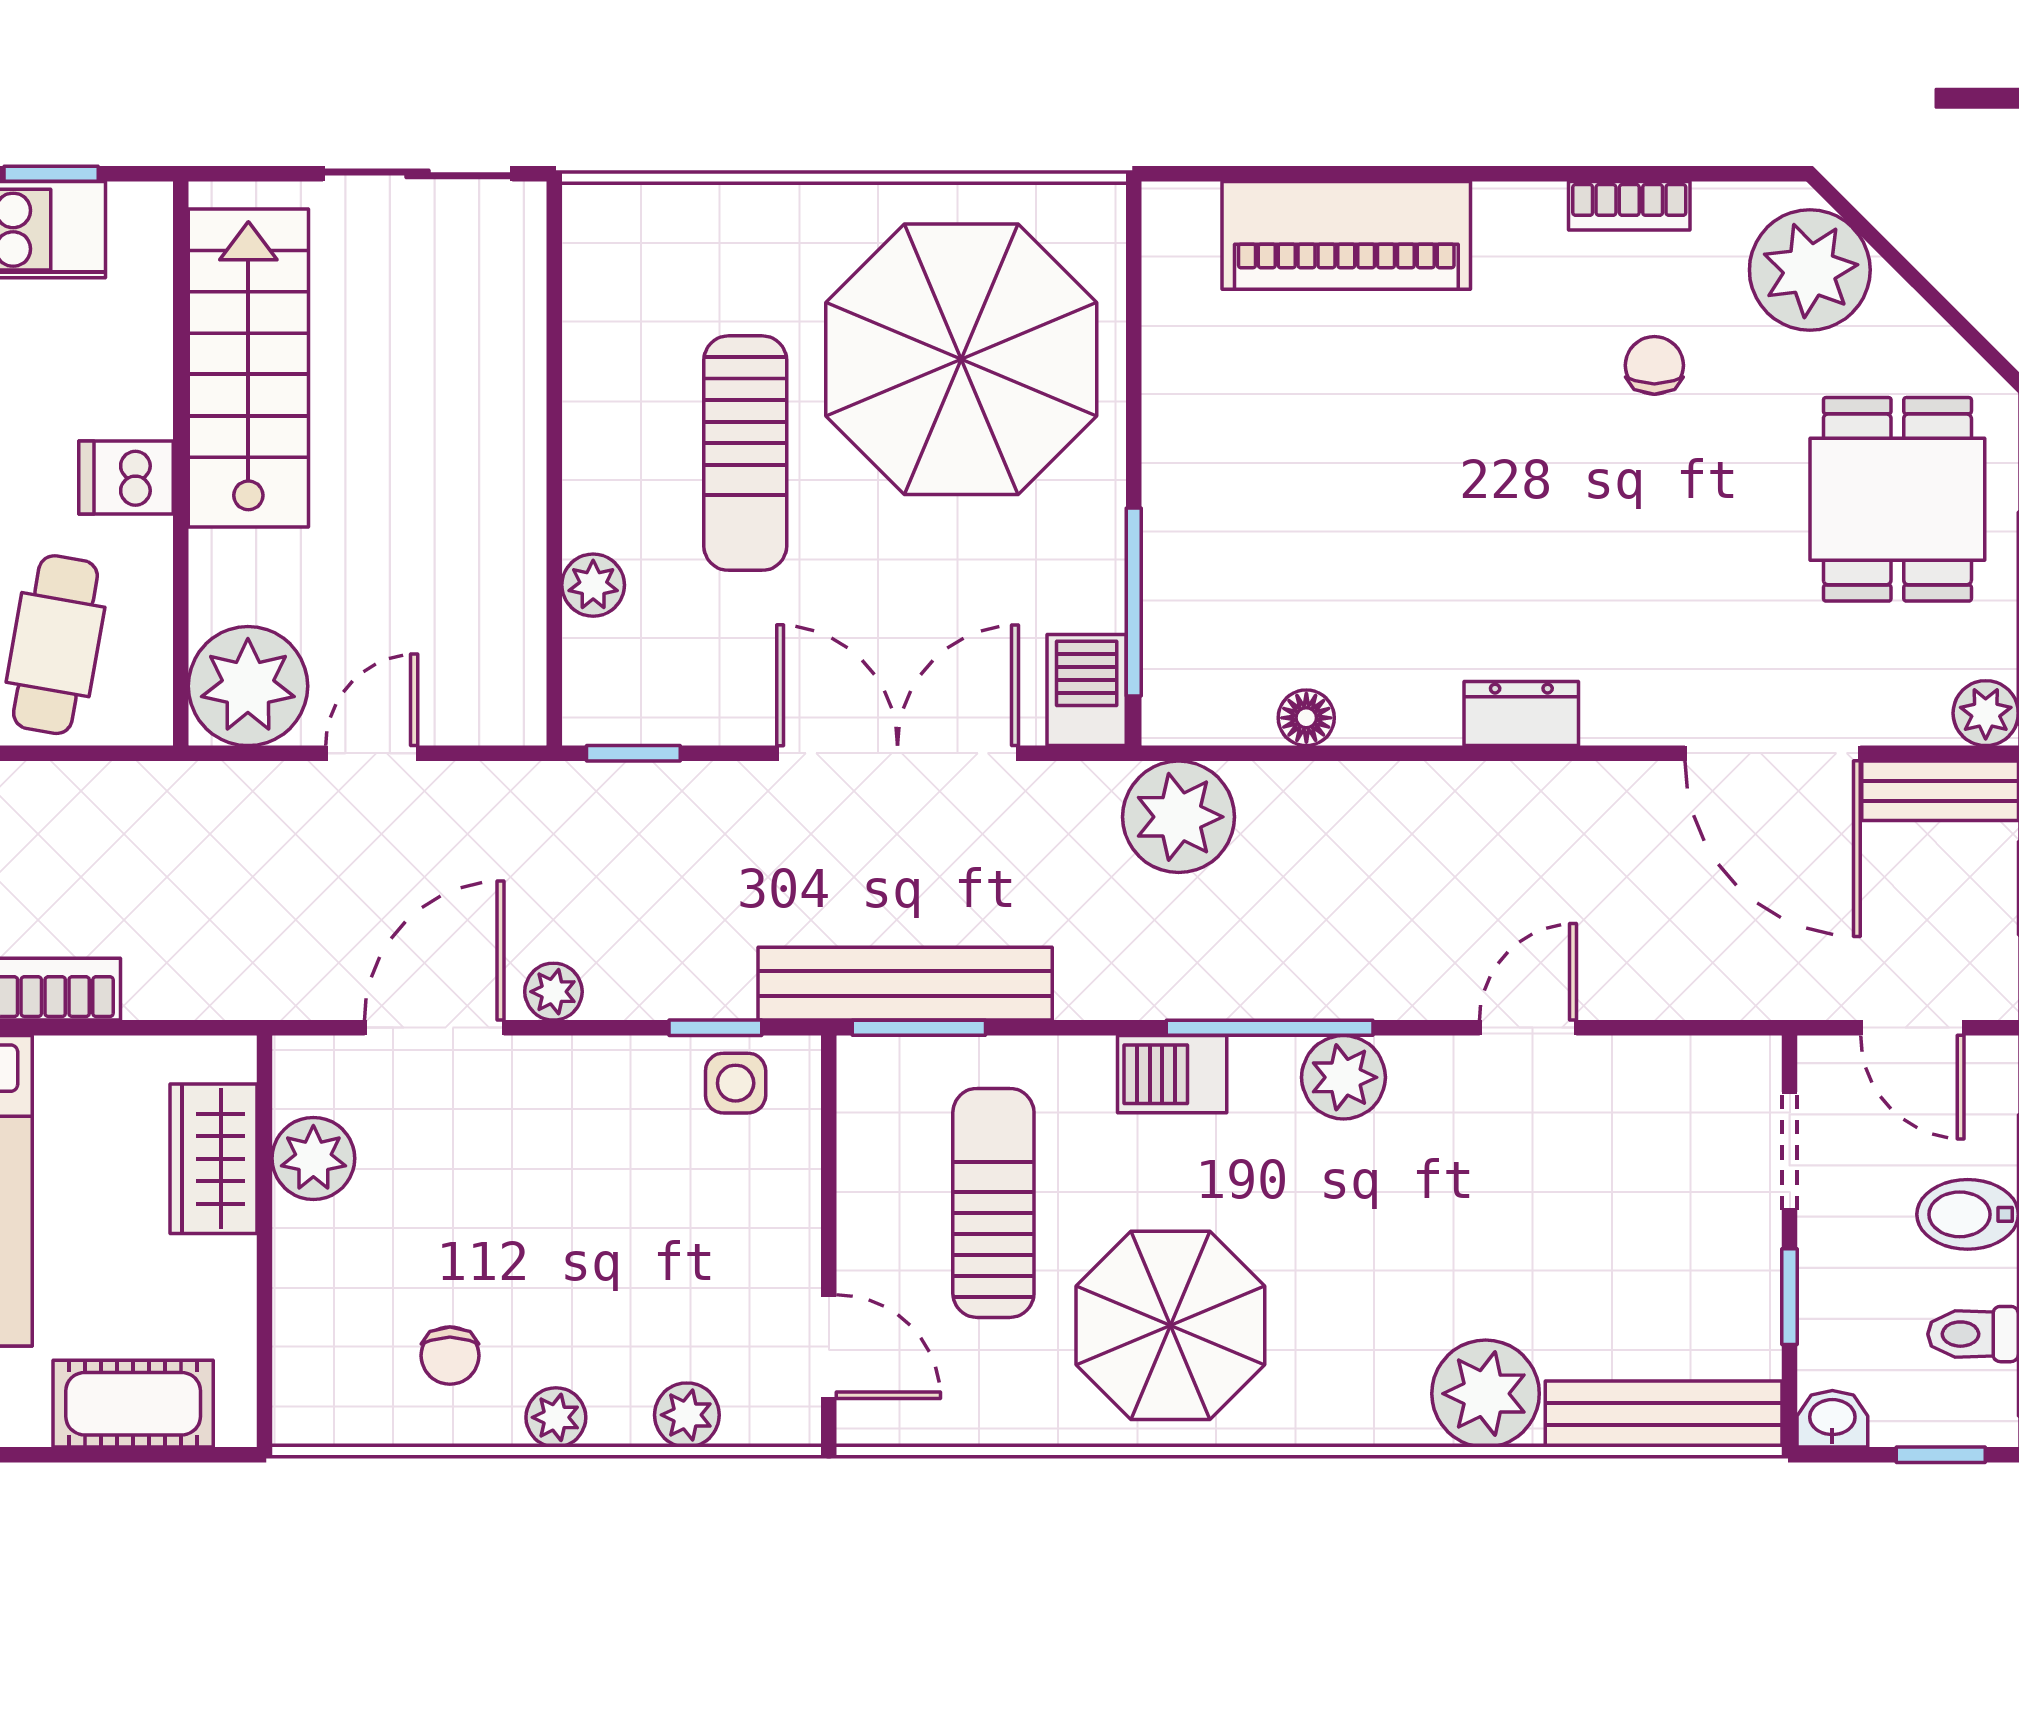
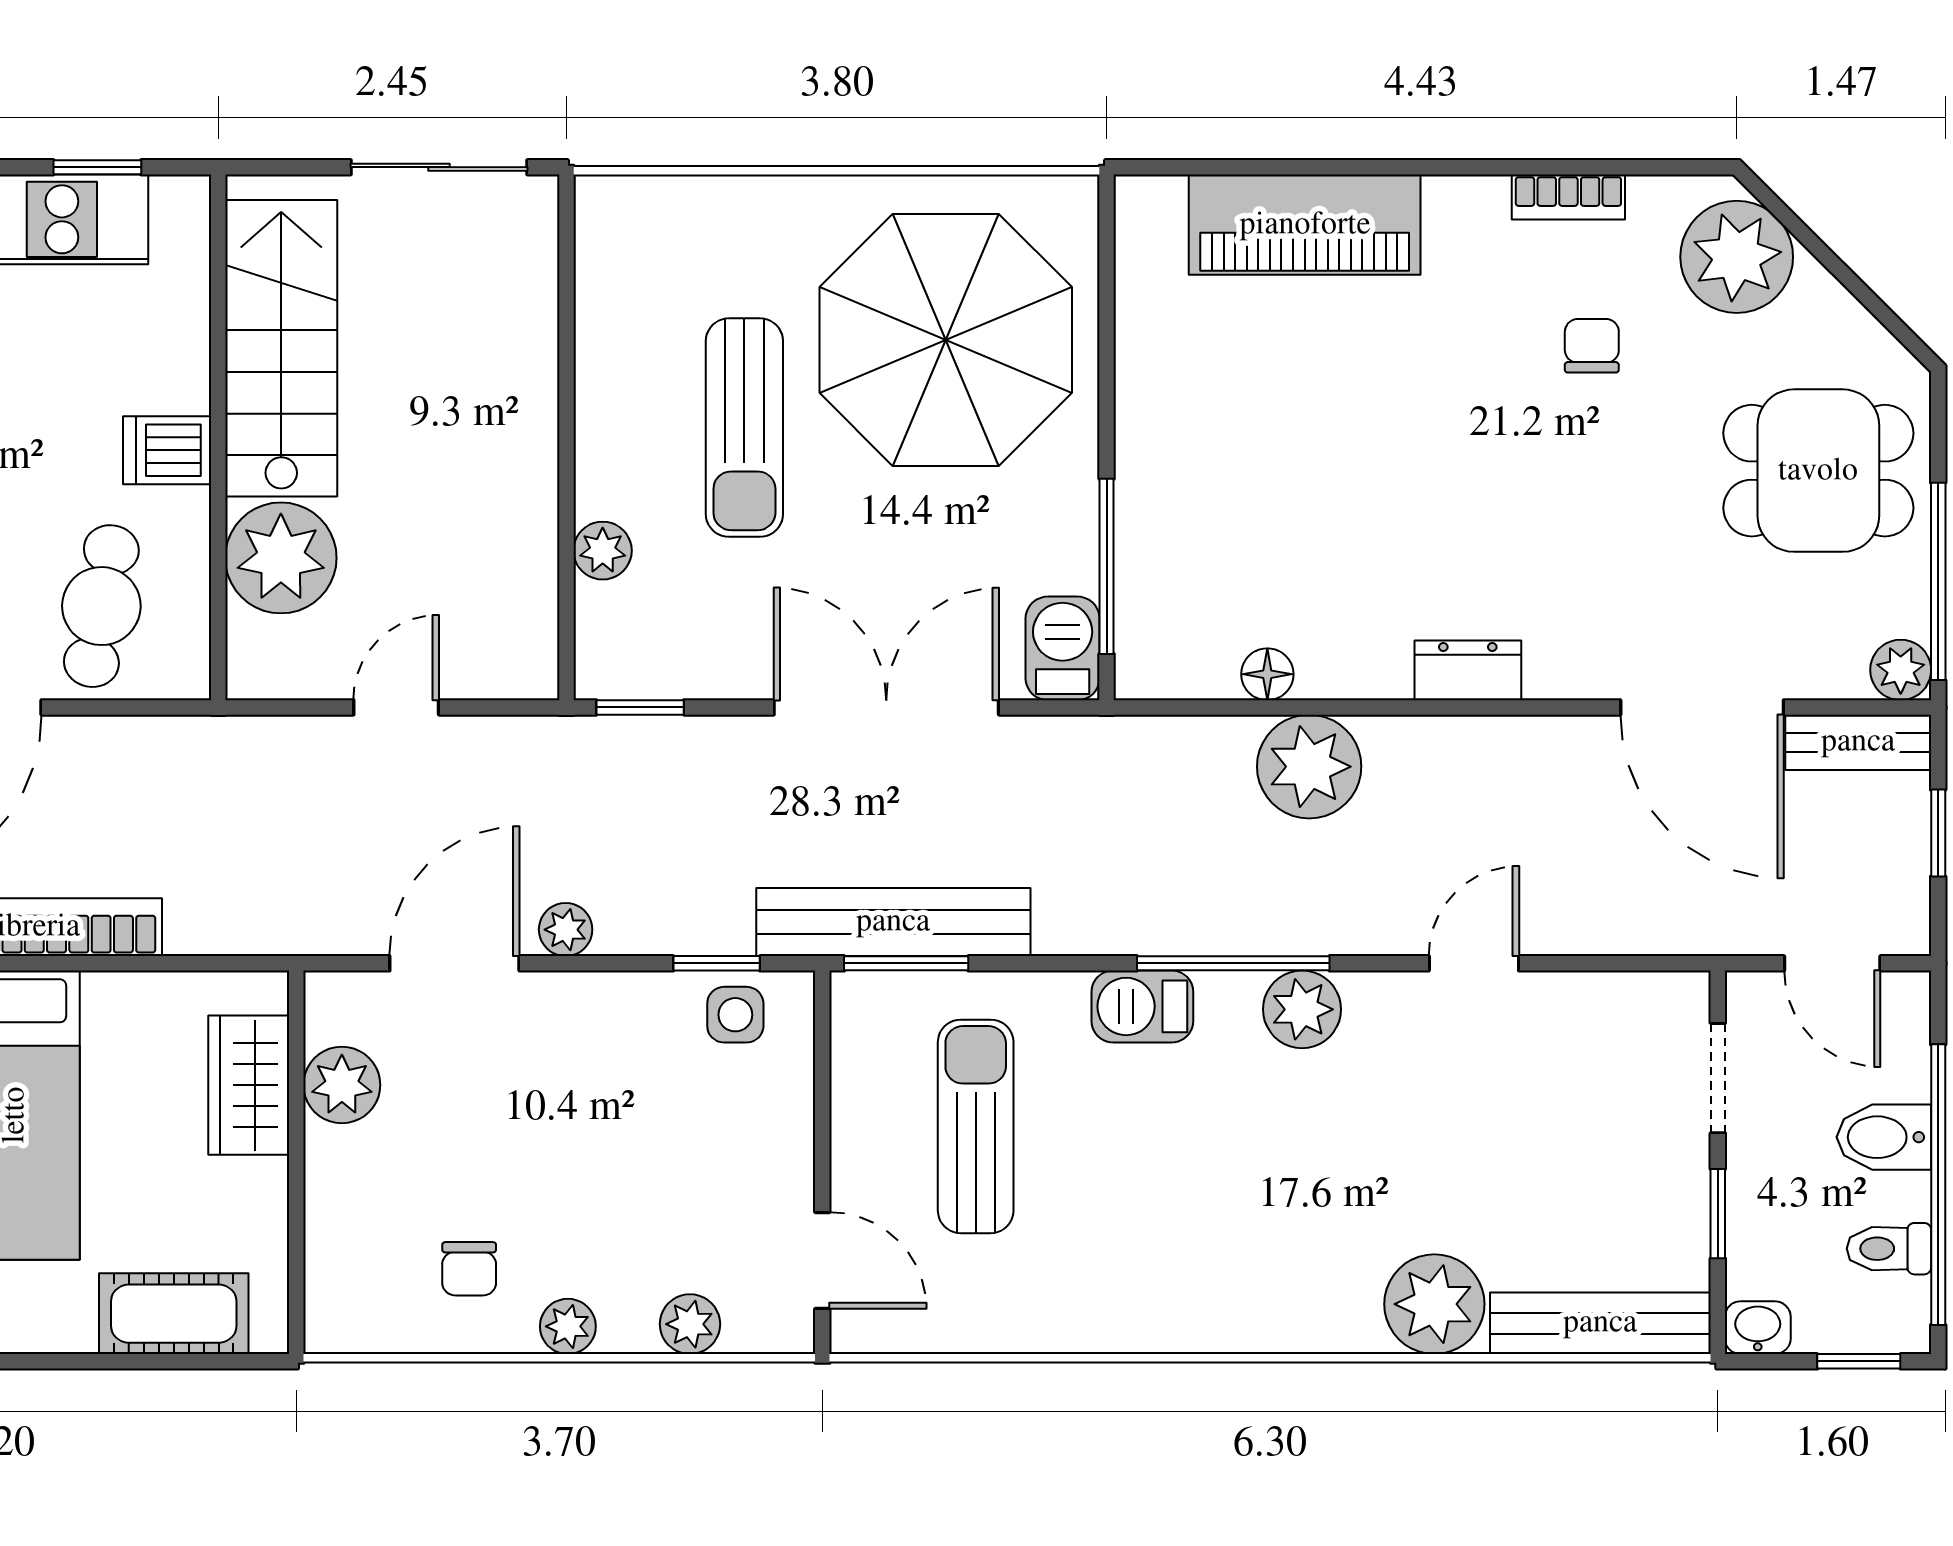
dining table: (1897, 499) -> (1818, 471), turned 90
plant: (248, 686) -> (281, 558), moved
plant: (1179, 817) -> (1309, 767), moved
parasol: (1170, 1325) -> (1141, 1241), removed

